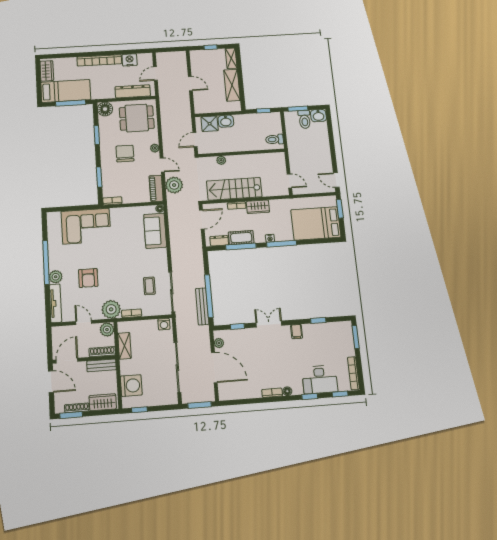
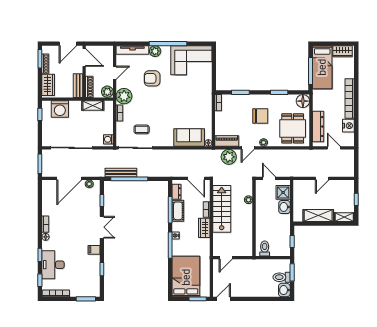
corner sofa: (86, 226) -> (191, 60), moved, turned -90

